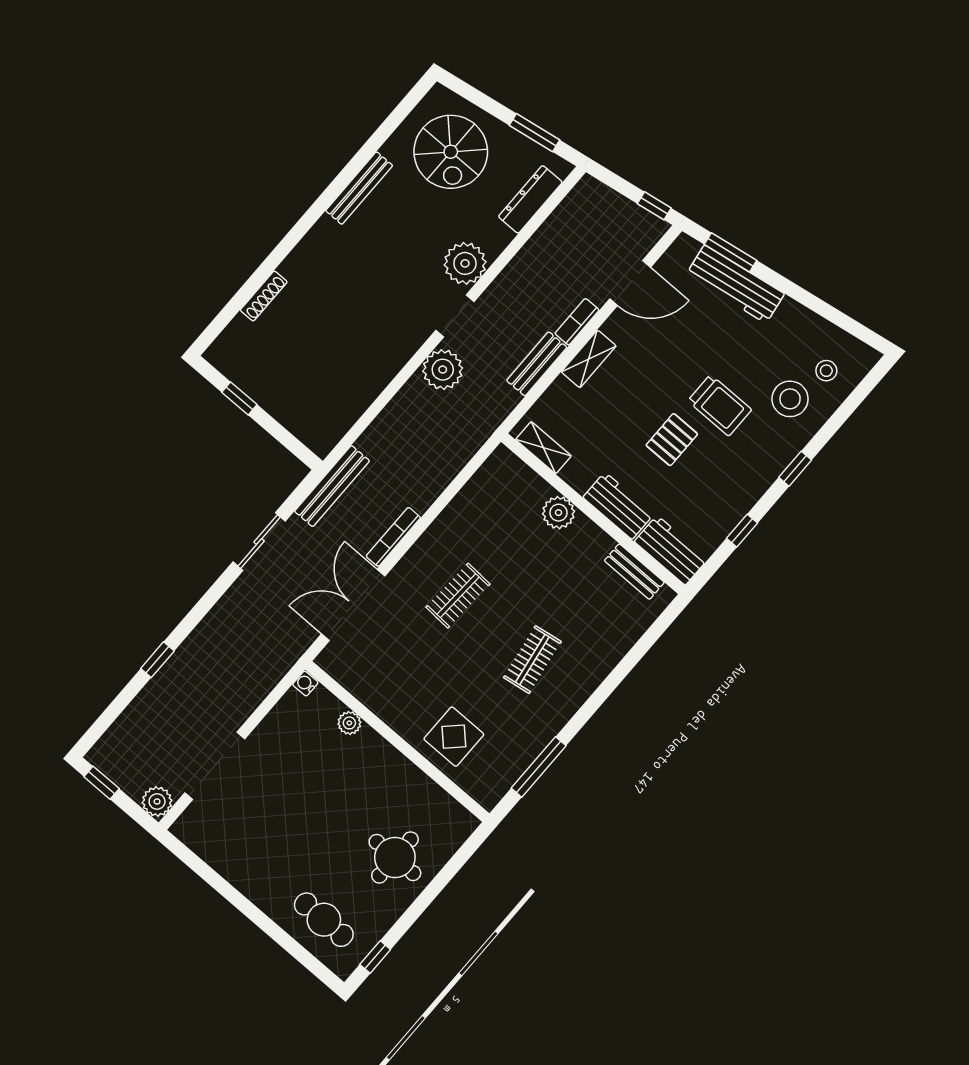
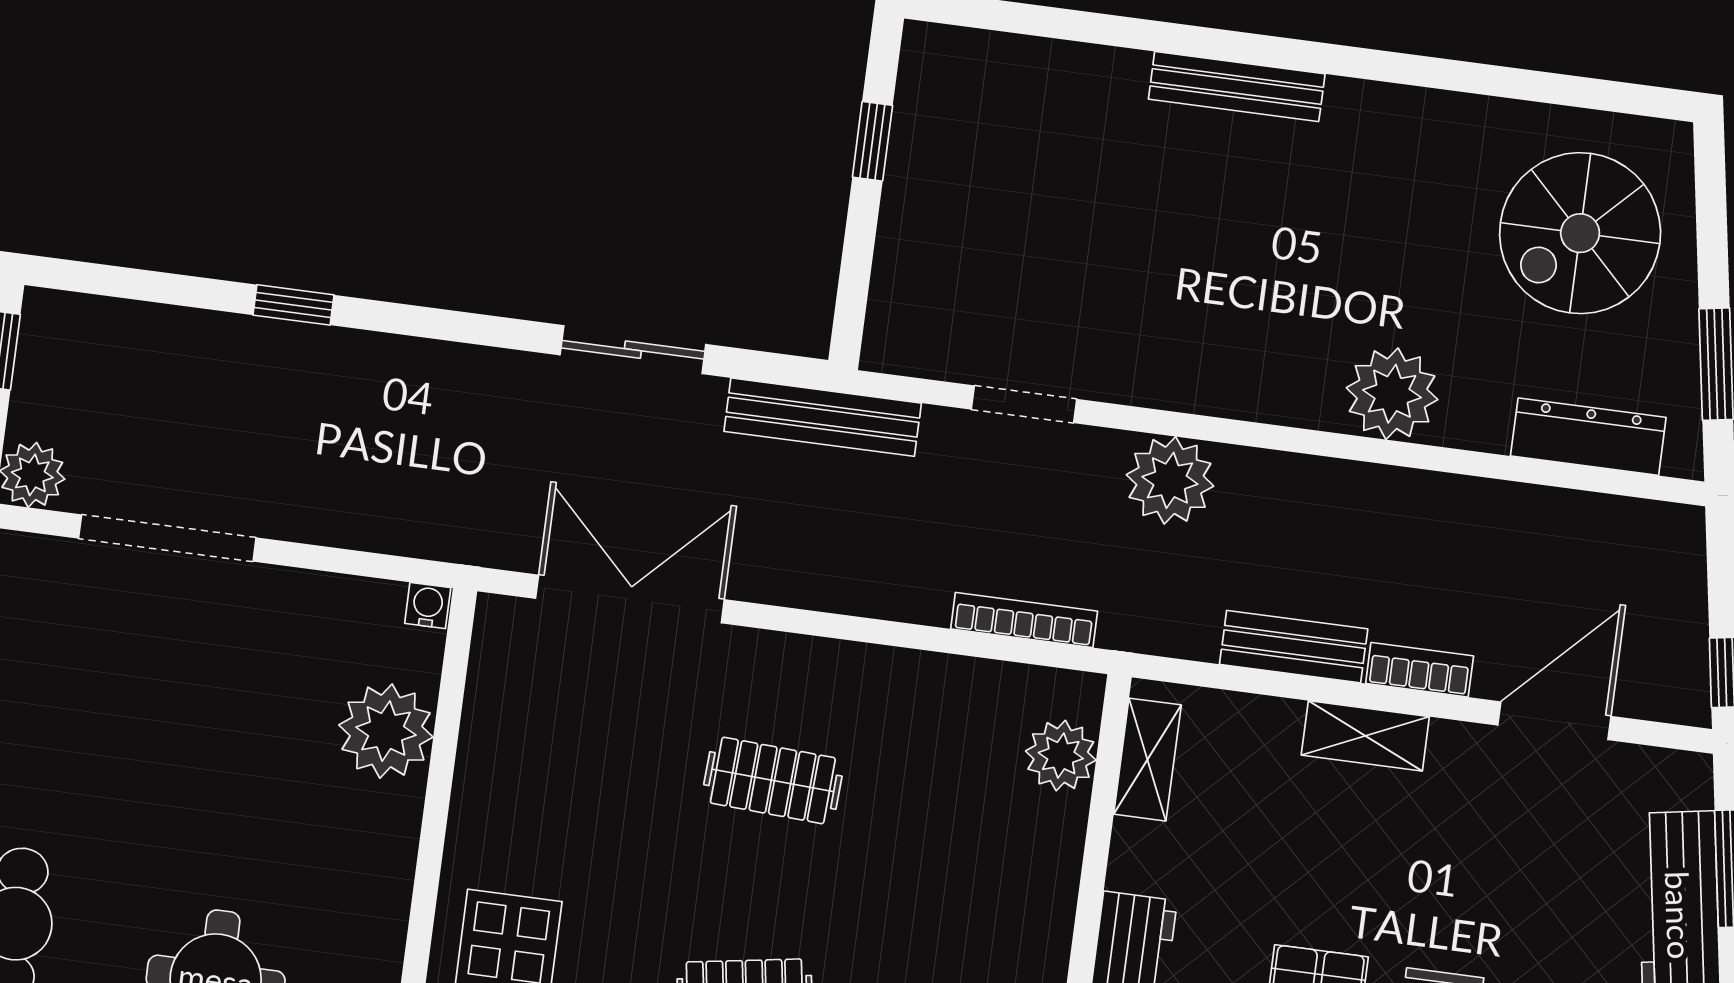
bench: (359, 188) -> (1237, 87), moved
door: (630, 283) -> (1554, 721), swing flipped
shoe rack: (264, 296) -> (1090, 63), removed
doorway: (455, 316) -> (1024, 404), moved
plant: (559, 513) -> (1061, 756), moved
bookcase: (393, 537) -> (1024, 620), moved
plant: (349, 723) -> (386, 731), width x1.88, depth x1.88

